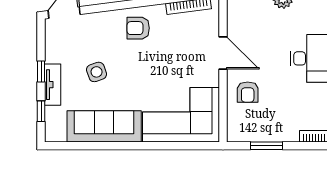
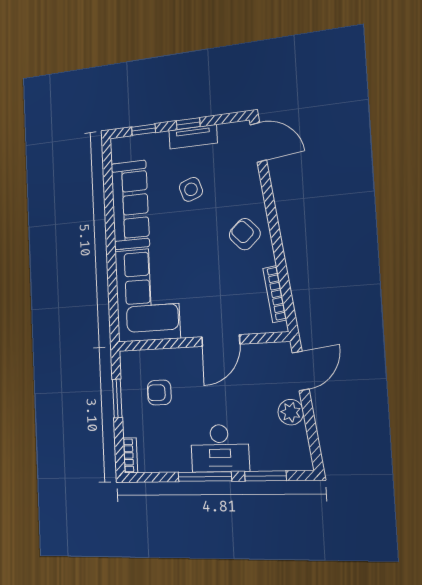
armchair: (138, 28) -> (245, 234), turned -43
tv unit: (53, 85) -> (193, 137), moved
armchair: (248, 92) -> (159, 393), moved

